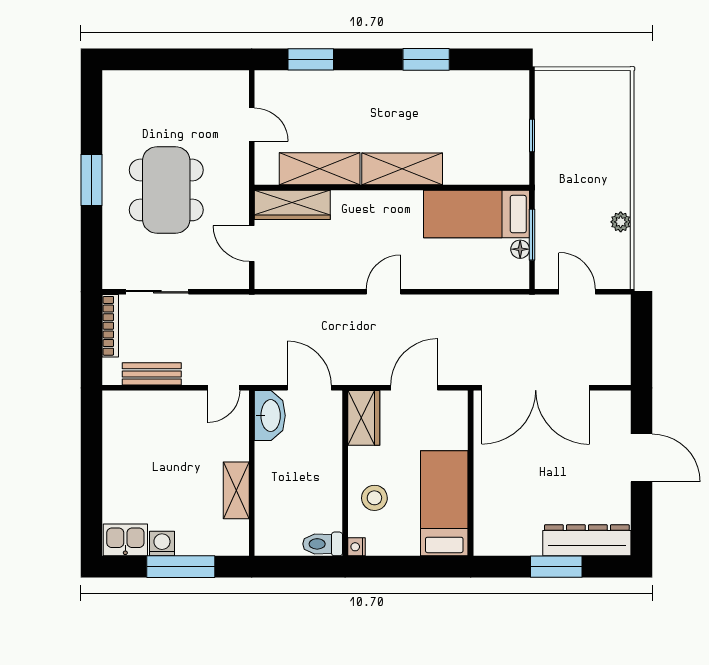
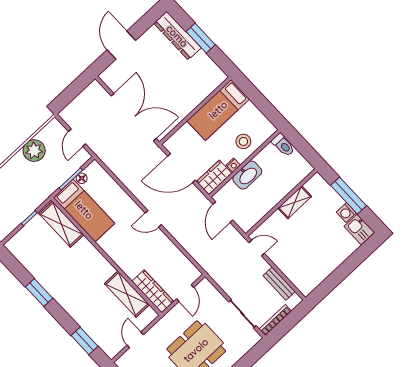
shelving: (402, 169) -> (61, 224), moved
plant: (621, 222) -> (34, 151), width x1.87, depth x1.87
door: (414, 388) -> (182, 168), width x1.36
washbasin: (270, 416) -> (247, 175), moved, turned 180
nightstand: (357, 547) -> (233, 165), moved

